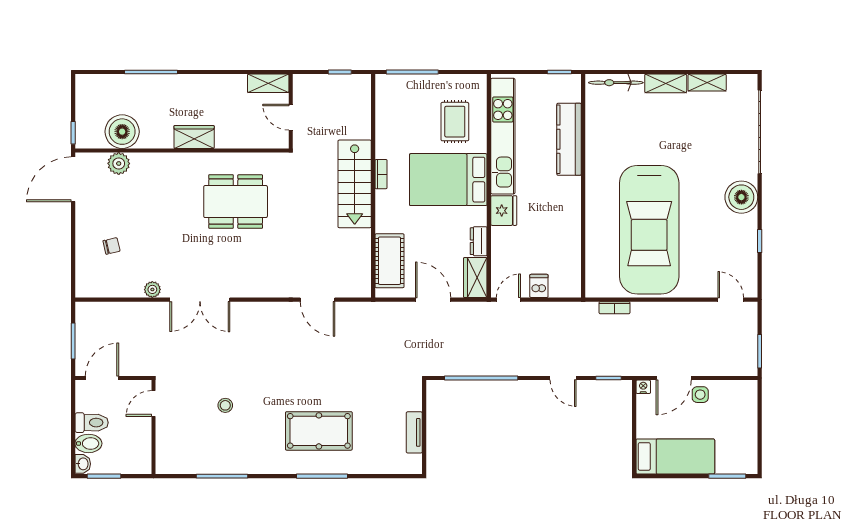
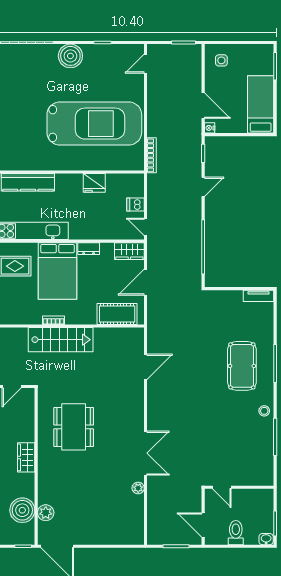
fridge: (504, 211) -> (94, 183), moved, turned 180
dresser: (479, 241) -> (89, 249), moved
chair: (111, 246) -> (106, 518), removed
bookcase: (614, 308) -> (151, 155), width x1.56
side table: (700, 395) -> (221, 60), moved
stool: (225, 405) -> (264, 411), moved
tv unit: (414, 432) -> (258, 296), moved
bidet: (88, 443) -> (251, 535), removed

